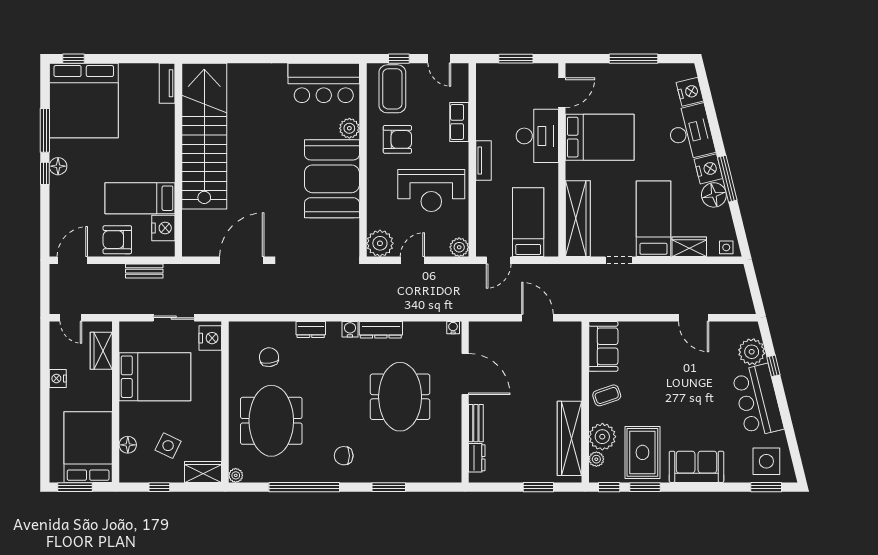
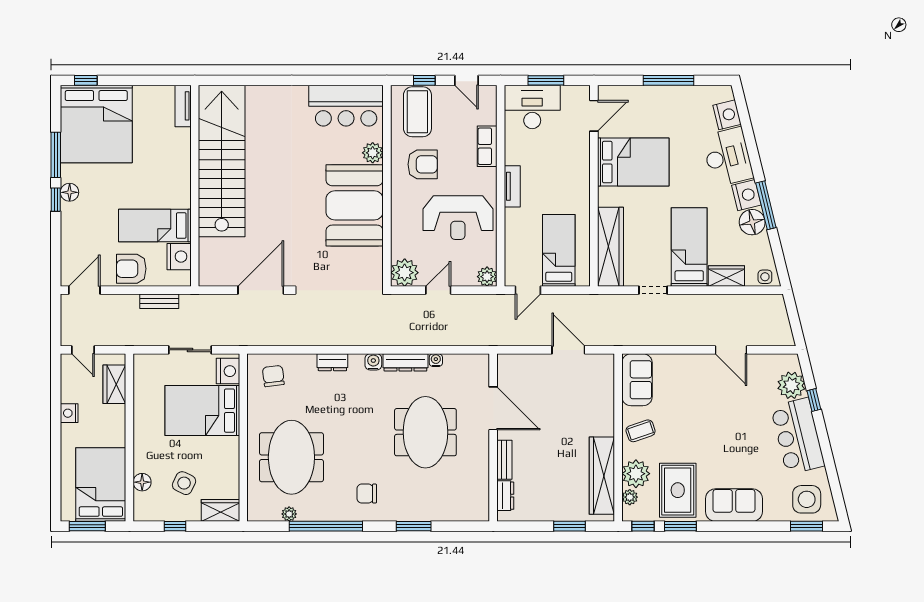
desk: (537, 136) -> (532, 107), moved, turned -90
water cooler: (453, 328) -> (436, 360), moved
chair: (269, 357) -> (273, 376), moved
bed: (155, 377) -> (202, 411), moved, turned 180
plant: (236, 475) -> (289, 514), moved

